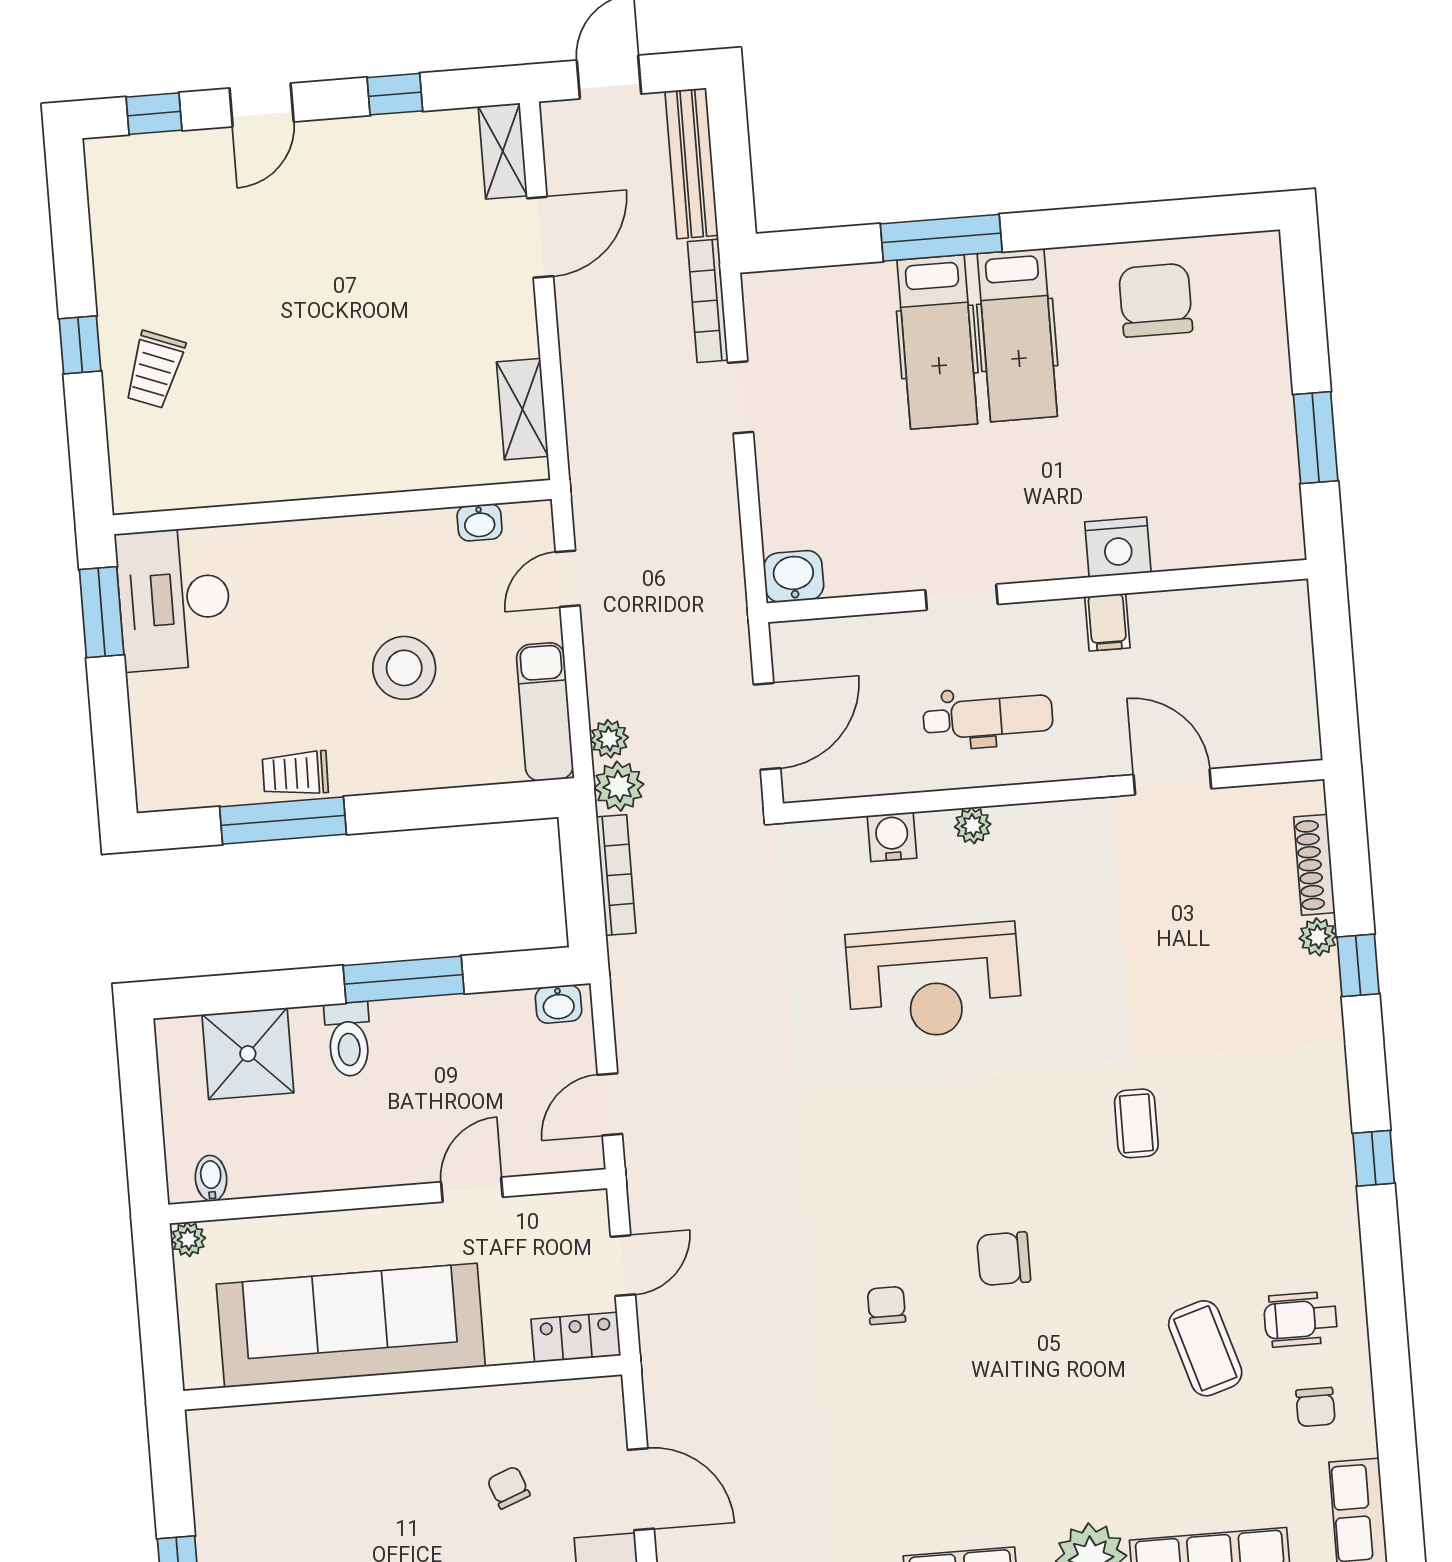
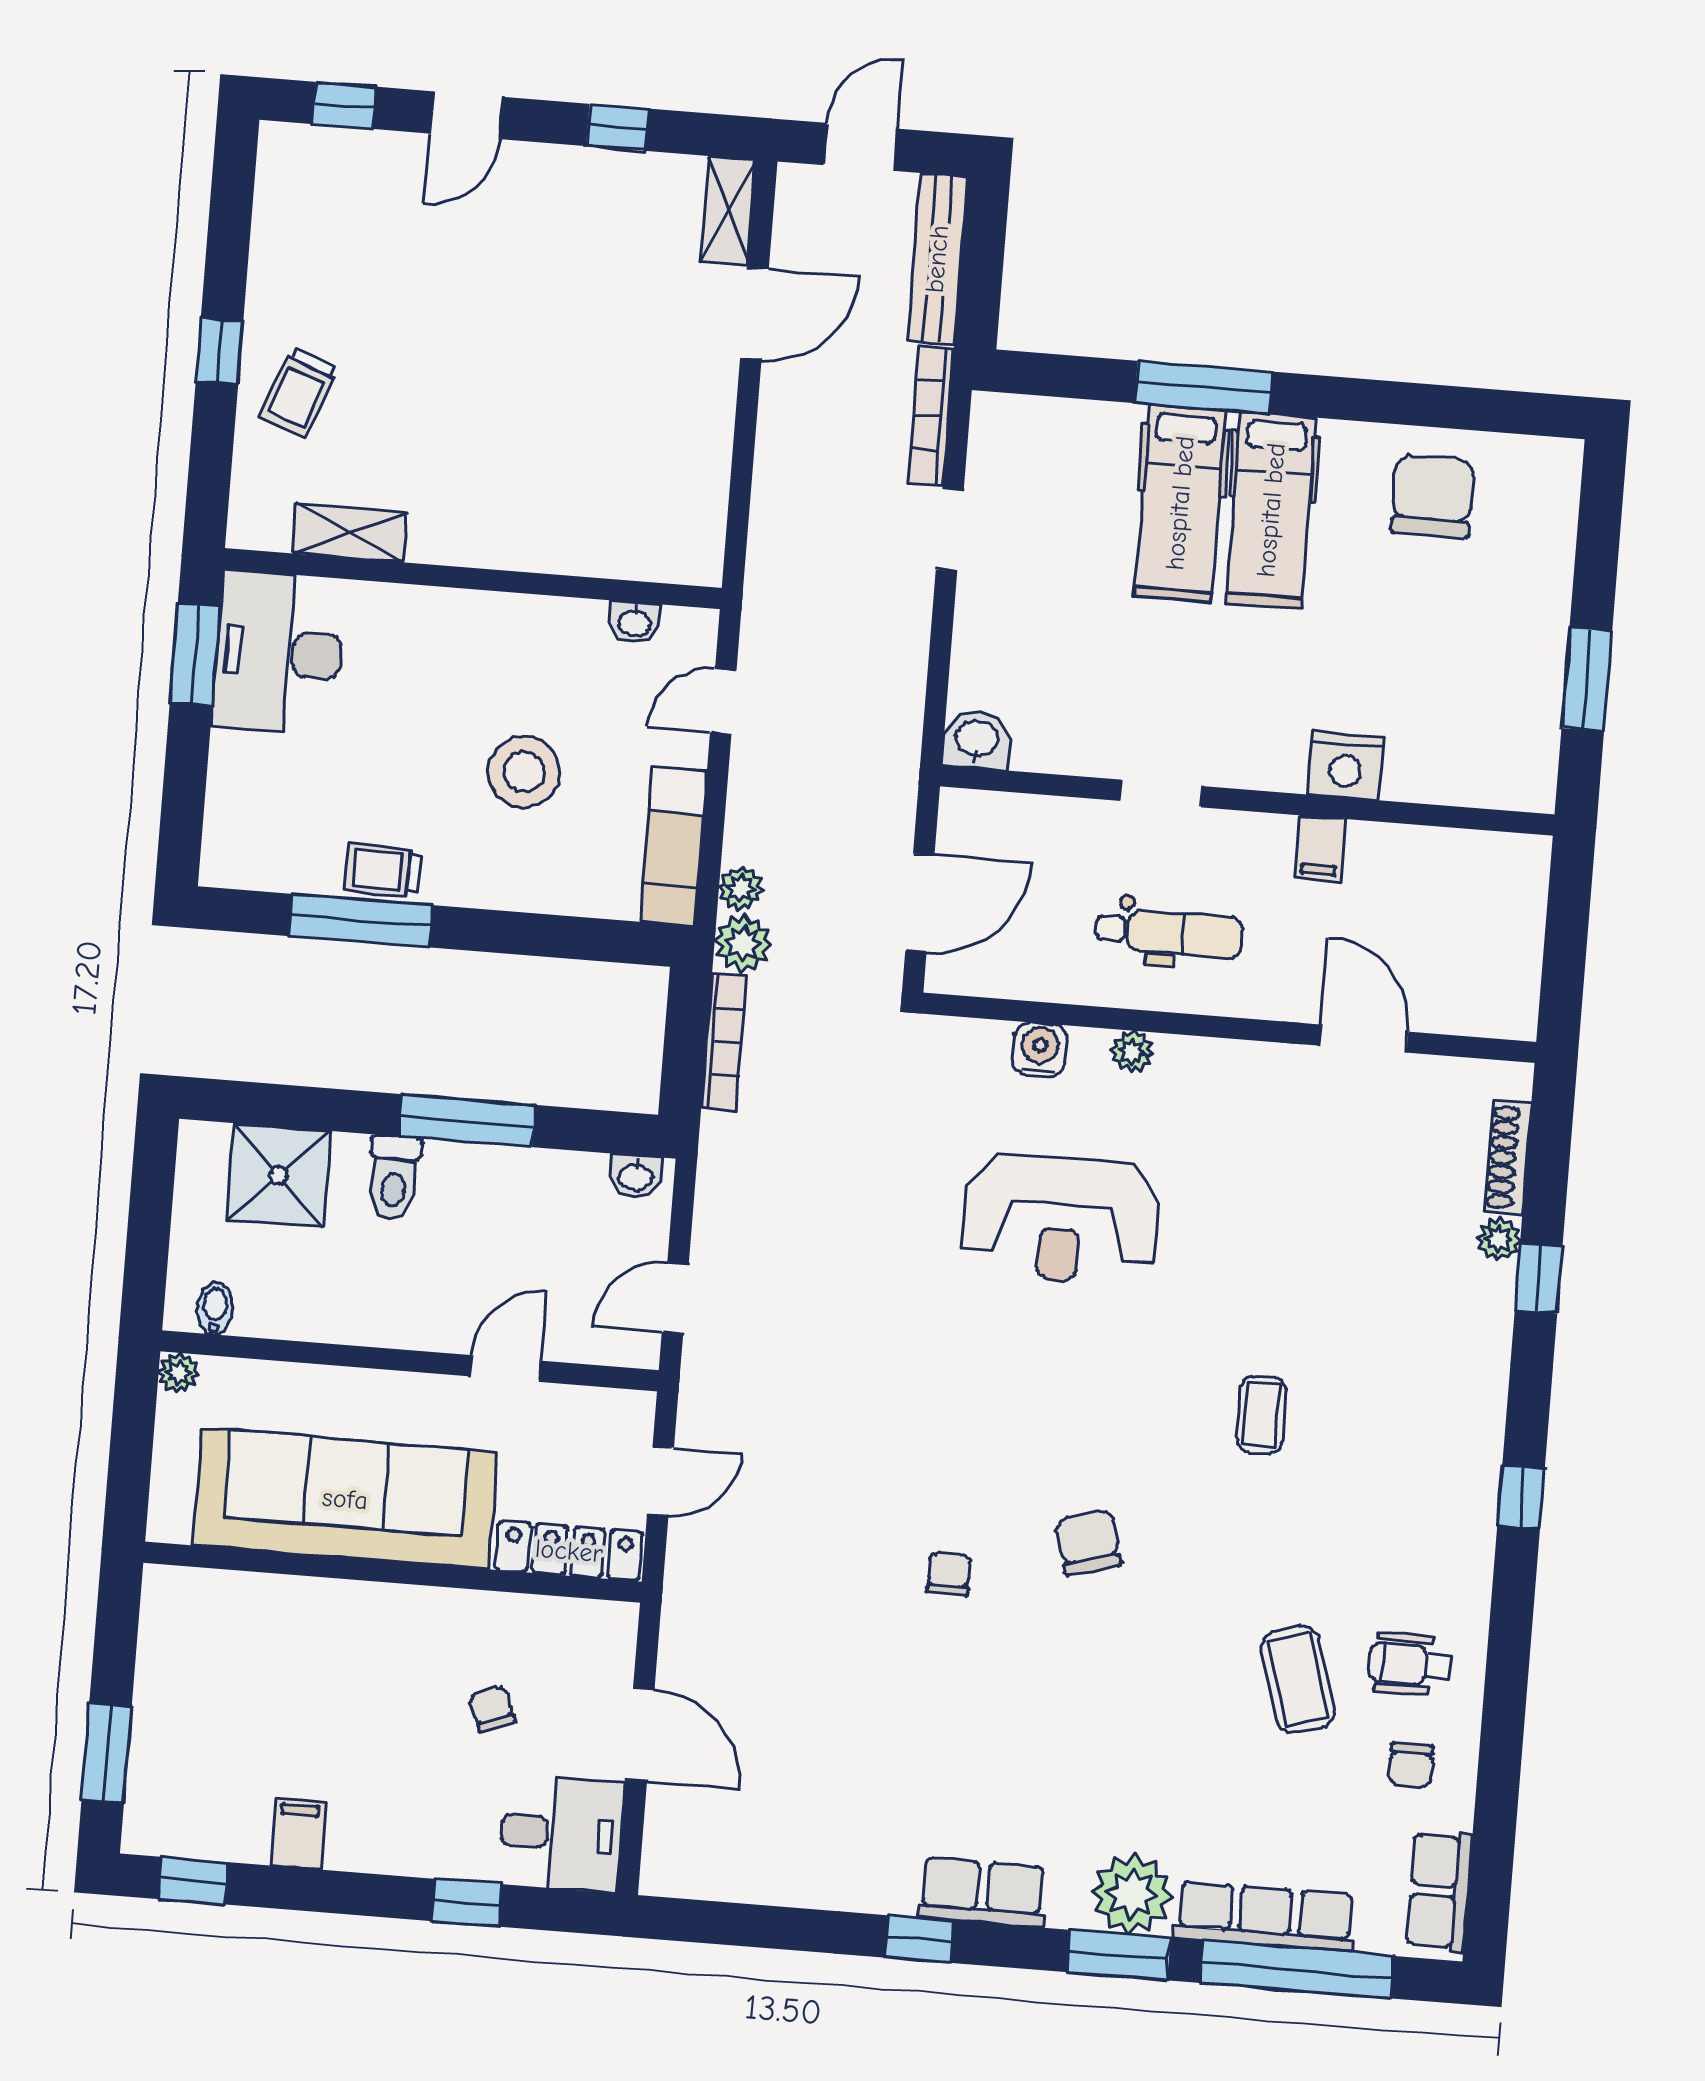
shelving: (522, 409) -> (350, 533), moved, turned 90
chair: (1004, 1259) -> (1088, 1542), turned 75
locker: (576, 1337) -> (569, 1551), width x1.53

